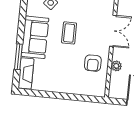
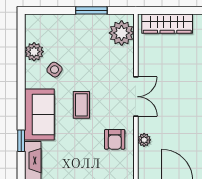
window: (18, 57) -> (21, 141), width x0.67

